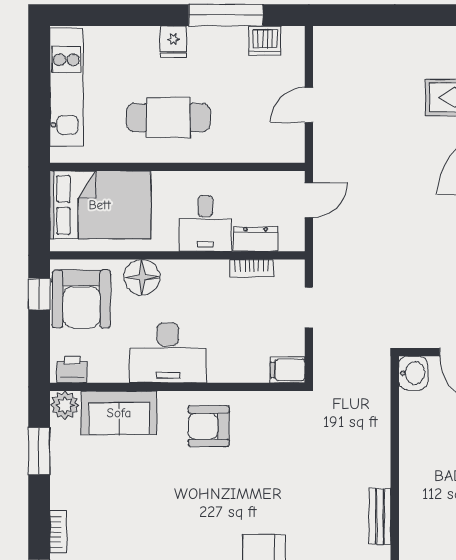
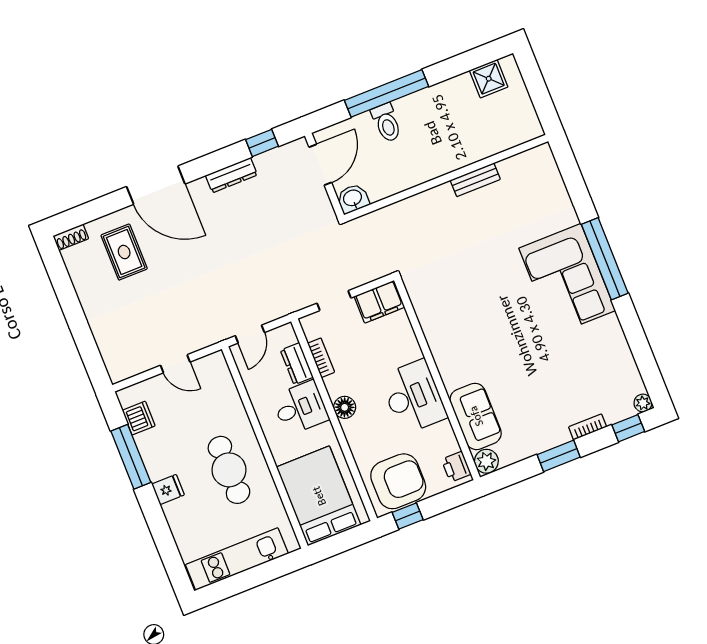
door: (309, 200) -> (250, 334), swing flipped
floor lamp: (142, 277) -> (345, 407), moved, width x0.73, depth x0.73
filing cabinet: (288, 370) -> (379, 302), width x2.00
armchair: (209, 426) -> (458, 342), removed
window: (39, 451) -> (559, 456), moved

